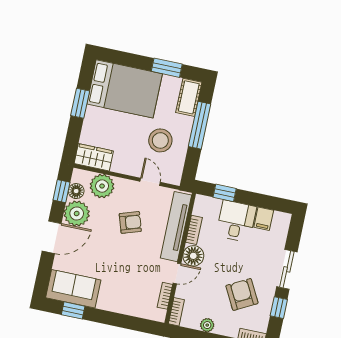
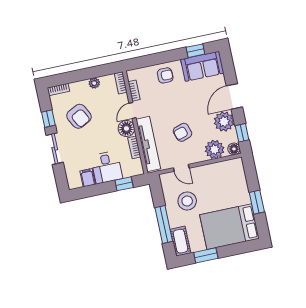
wardrobe: (94, 157) -> (230, 168), removed
floor lamp: (76, 191) -> (234, 149), moved
armchair: (121, 297) -> (165, 75), added

